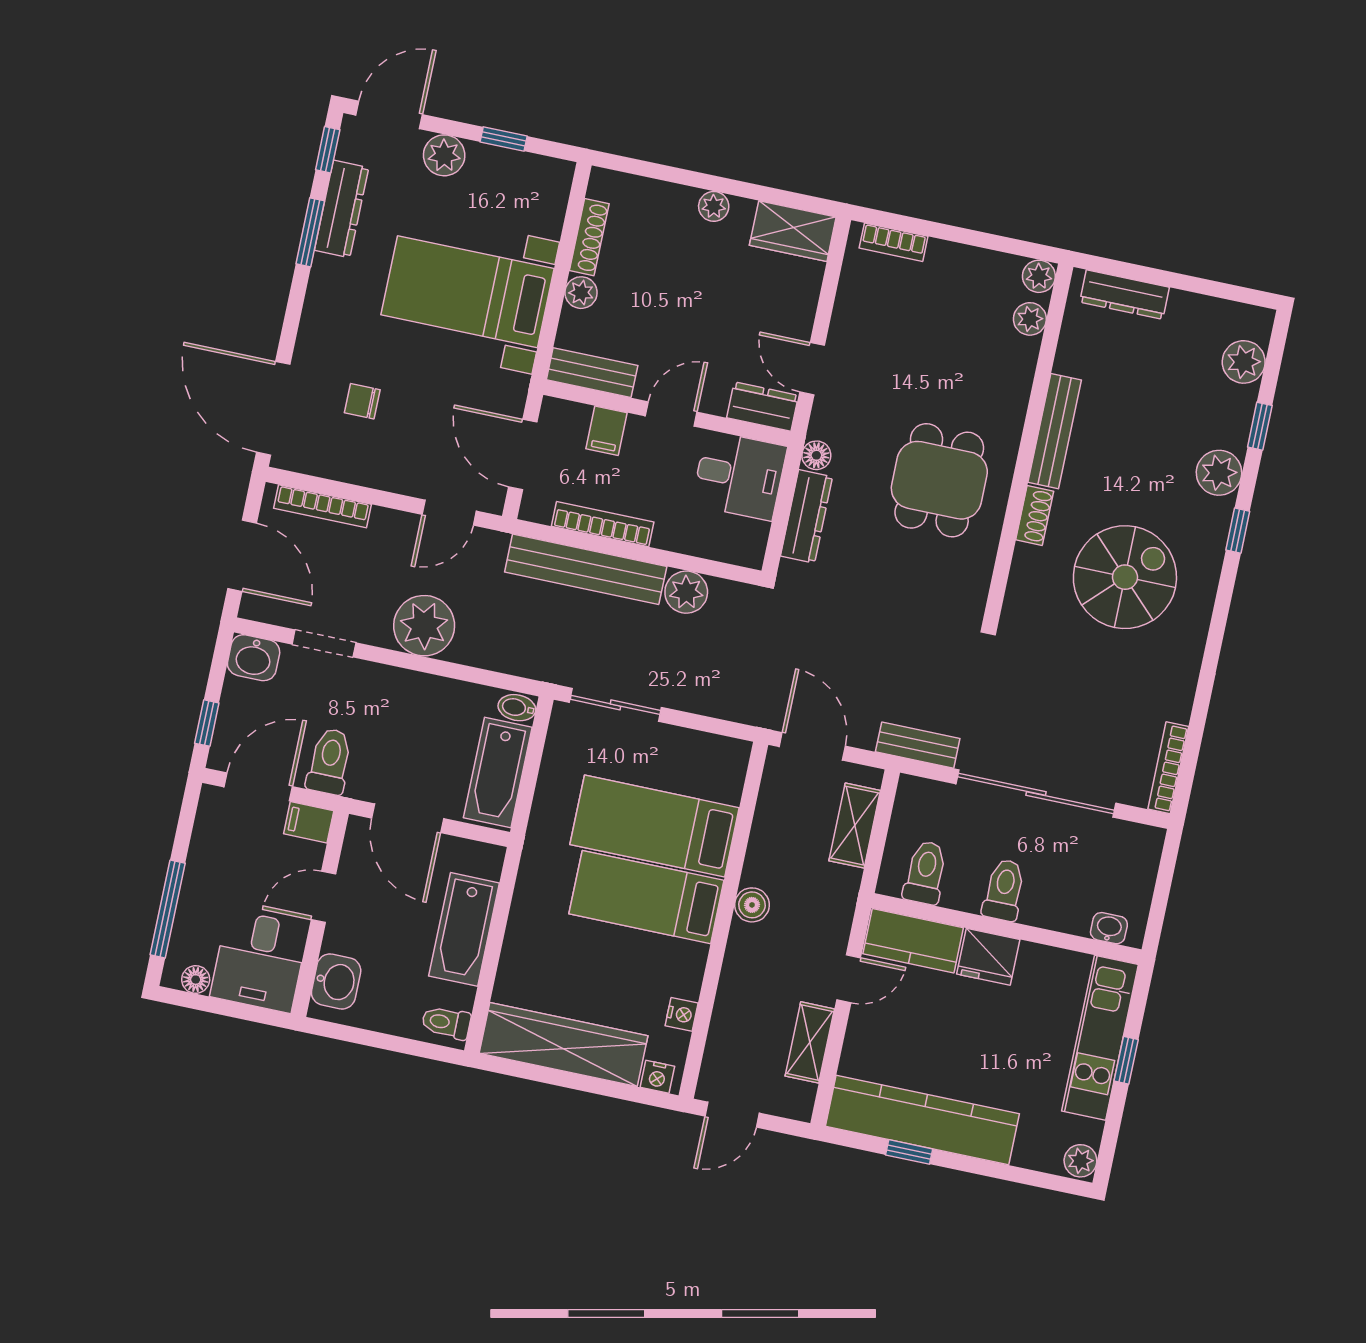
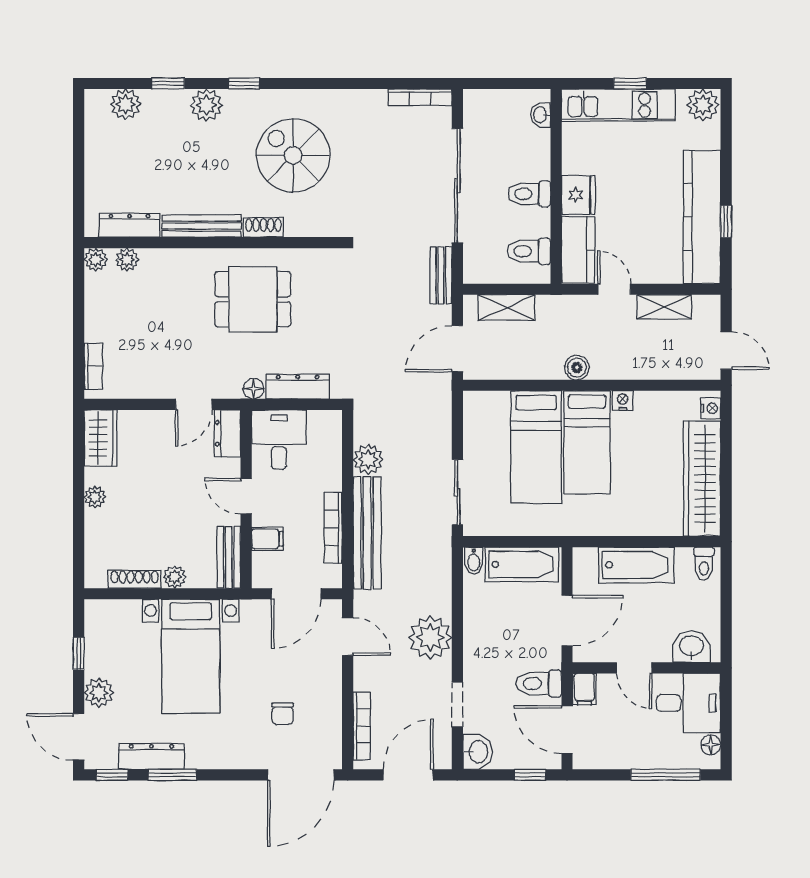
dresser: (1125, 295) -> (129, 225), moved, turned -90
nightstand: (682, 1014) -> (623, 401), moved
plant: (1080, 1161) -> (703, 105), width x1.38, depth x1.38

